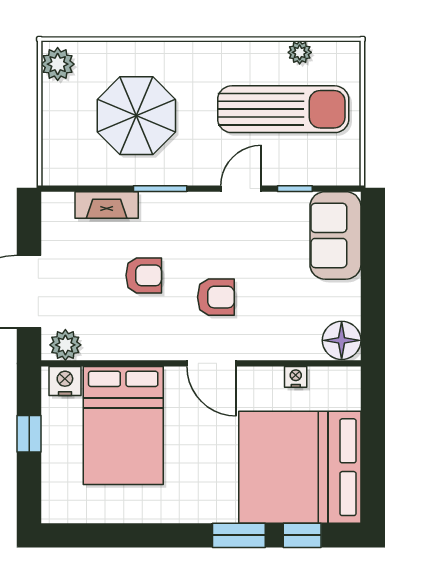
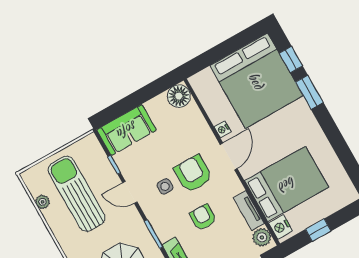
side table: (221, 245) -> (165, 186), added
armchair: (216, 297) -> (193, 174), width x1.38, depth x1.38
tv unit: (115, 348) -> (249, 211), added
nightstand: (296, 377) -> (223, 129), moved

